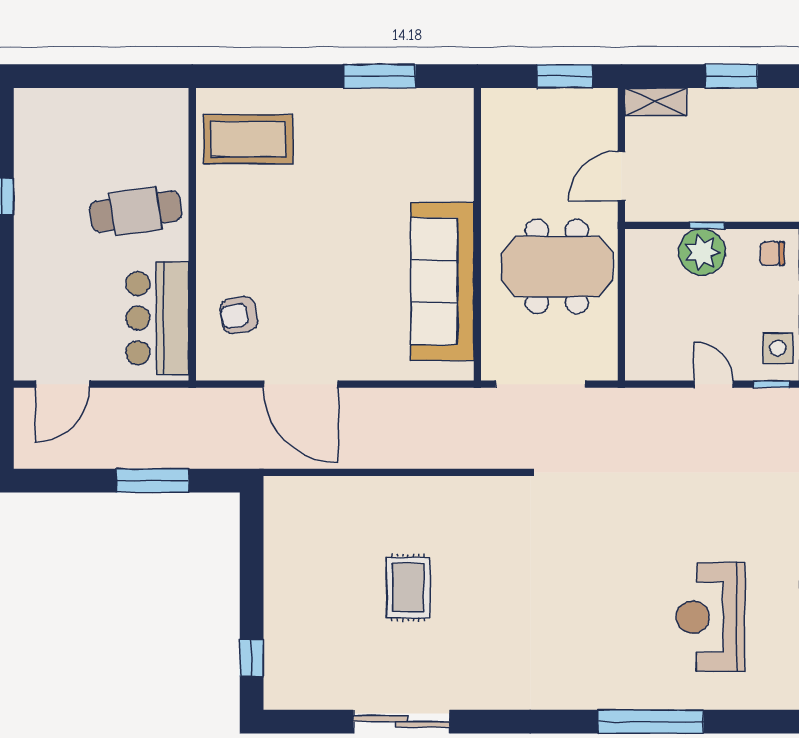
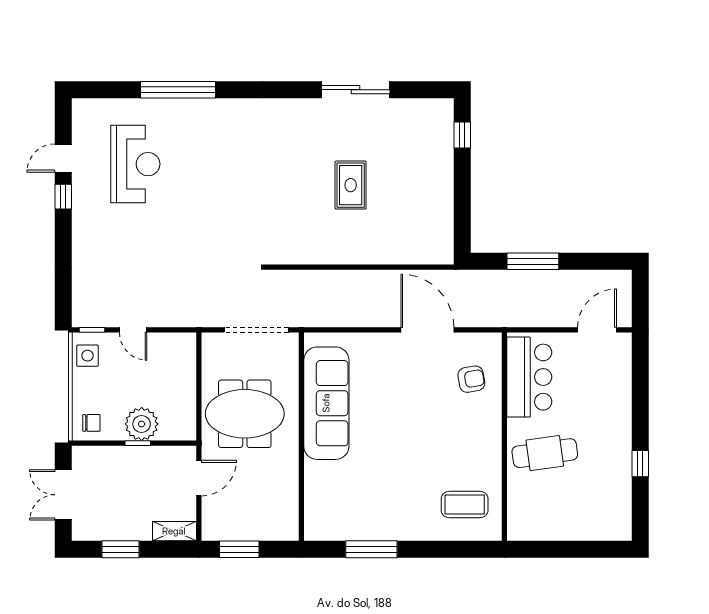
coffee table: (248, 139) -> (465, 505), width x0.73, depth x0.76

